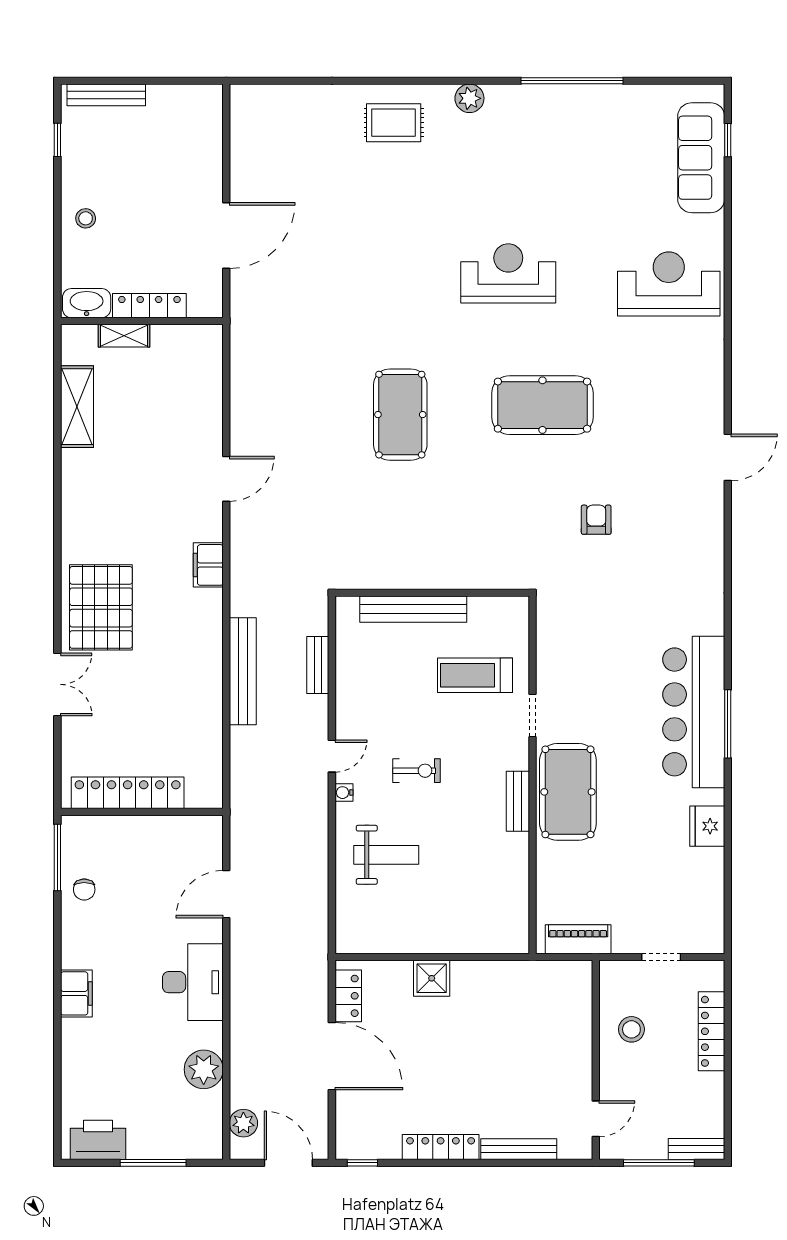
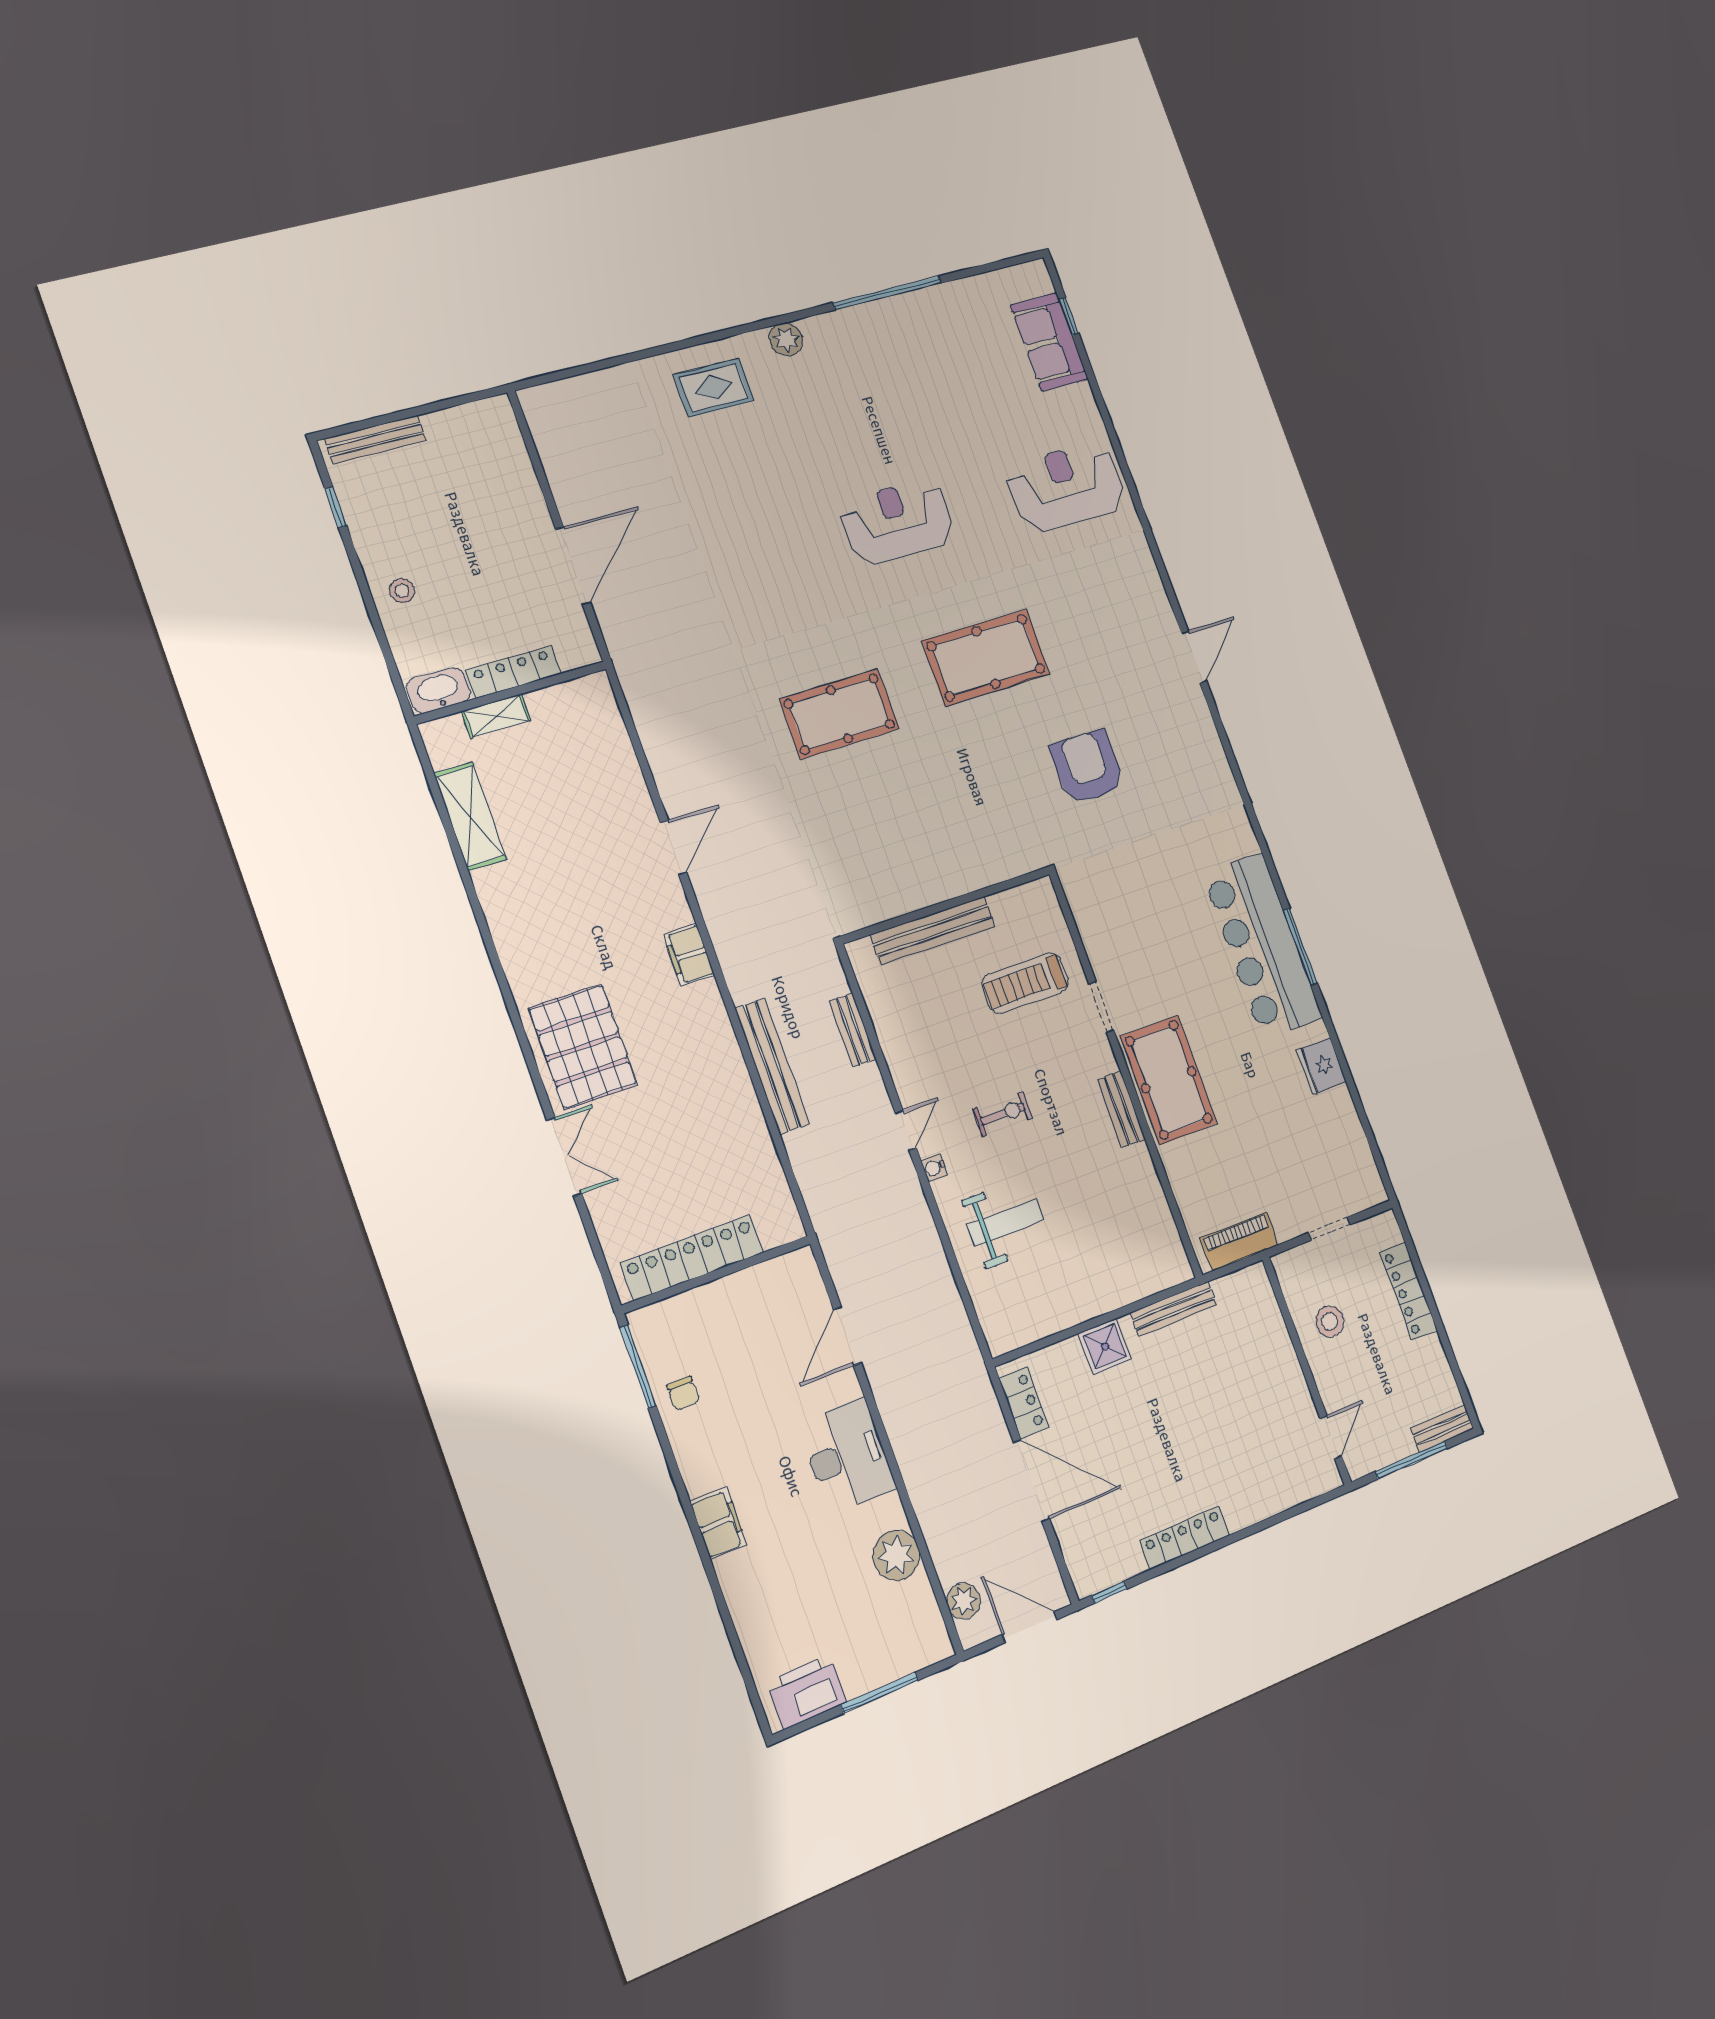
sofa: (701, 158) -> (1049, 342), width x0.73
pool table: (400, 415) -> (839, 714), turned 90
armchair: (596, 520) -> (1087, 767), width x1.88, depth x1.88
bench: (519, 1149) -> (1173, 1309), moved

